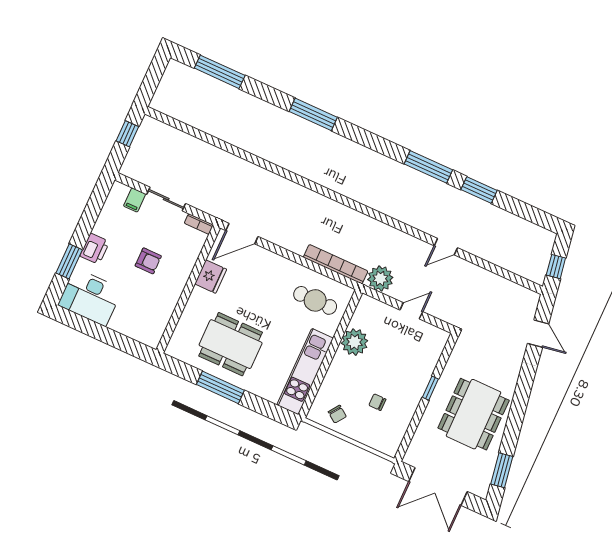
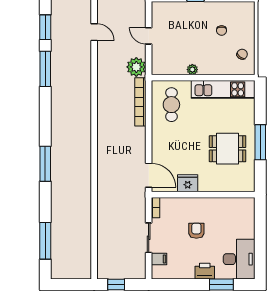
plant: (355, 342) -> (192, 70), width x0.53, depth x0.53
dining table: (231, 344) -> (228, 149), width x0.73

